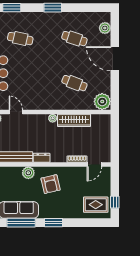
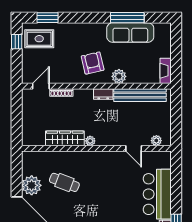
plant: (102, 101) -> (32, 185), moved
window: (54, 223) -> (47, 18), moved

